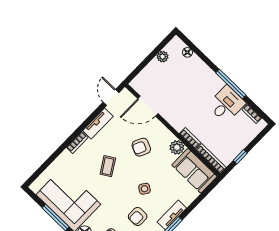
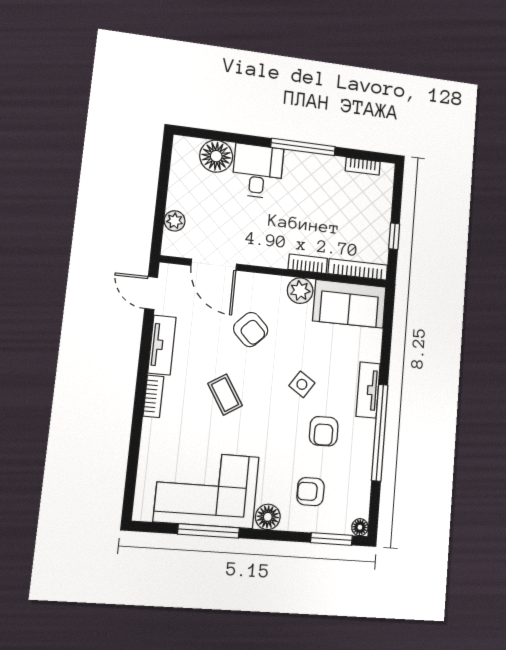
floor lamp: (187, 52) -> (216, 156), width x1.89, depth x1.89
plant: (163, 57) -> (175, 221), moved
desk: (226, 104) -> (258, 171), moved
door: (148, 106) -> (214, 265), hinge flipped
armchair: (141, 147) -> (251, 330), turned -70

